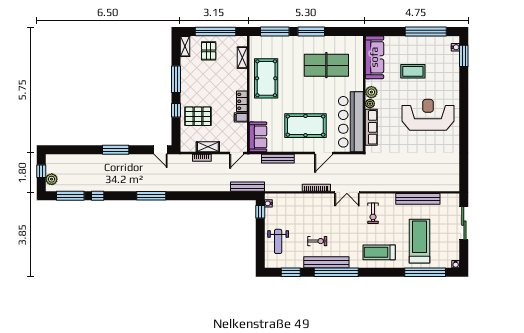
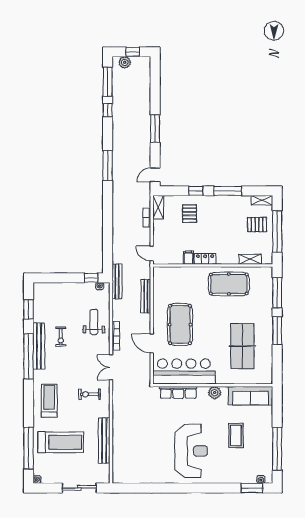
plant: (370, 104) -> (203, 391), removed
pallet: (198, 116) -> (190, 214), width x0.67, depth x0.71
sofa: (258, 137) -> (168, 276), removed
shelving: (208, 147) -> (158, 207), moved
bench: (248, 187) -> (117, 281), moved
weight bench: (278, 241) -> (94, 322), moved, turned 90

